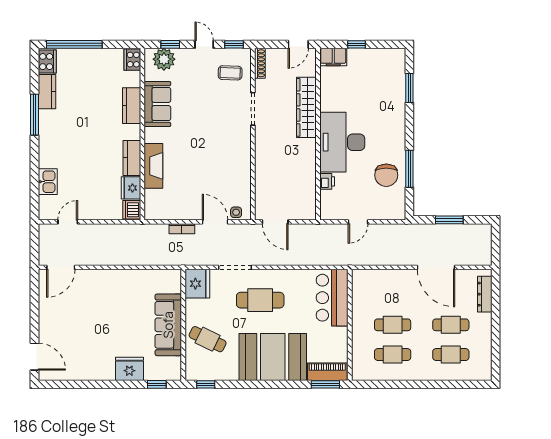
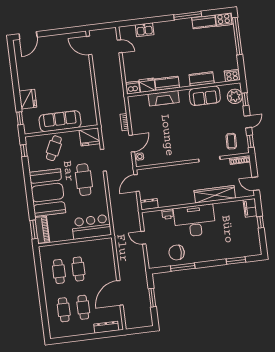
dresser: (309, 207) -> (149, 204), added

